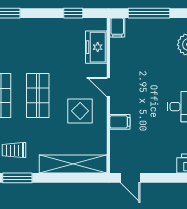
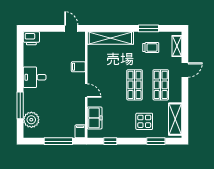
display table: (80, 111) -> (144, 121), moved

